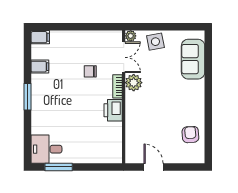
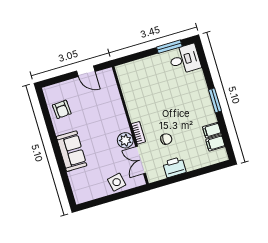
plant: (131, 36) -> (140, 181), removed
filing cabinet: (40, 37) -> (215, 143), moved
sofa: (193, 59) -> (72, 151), moved
printer: (113, 110) -> (174, 167), moved, turned -90

